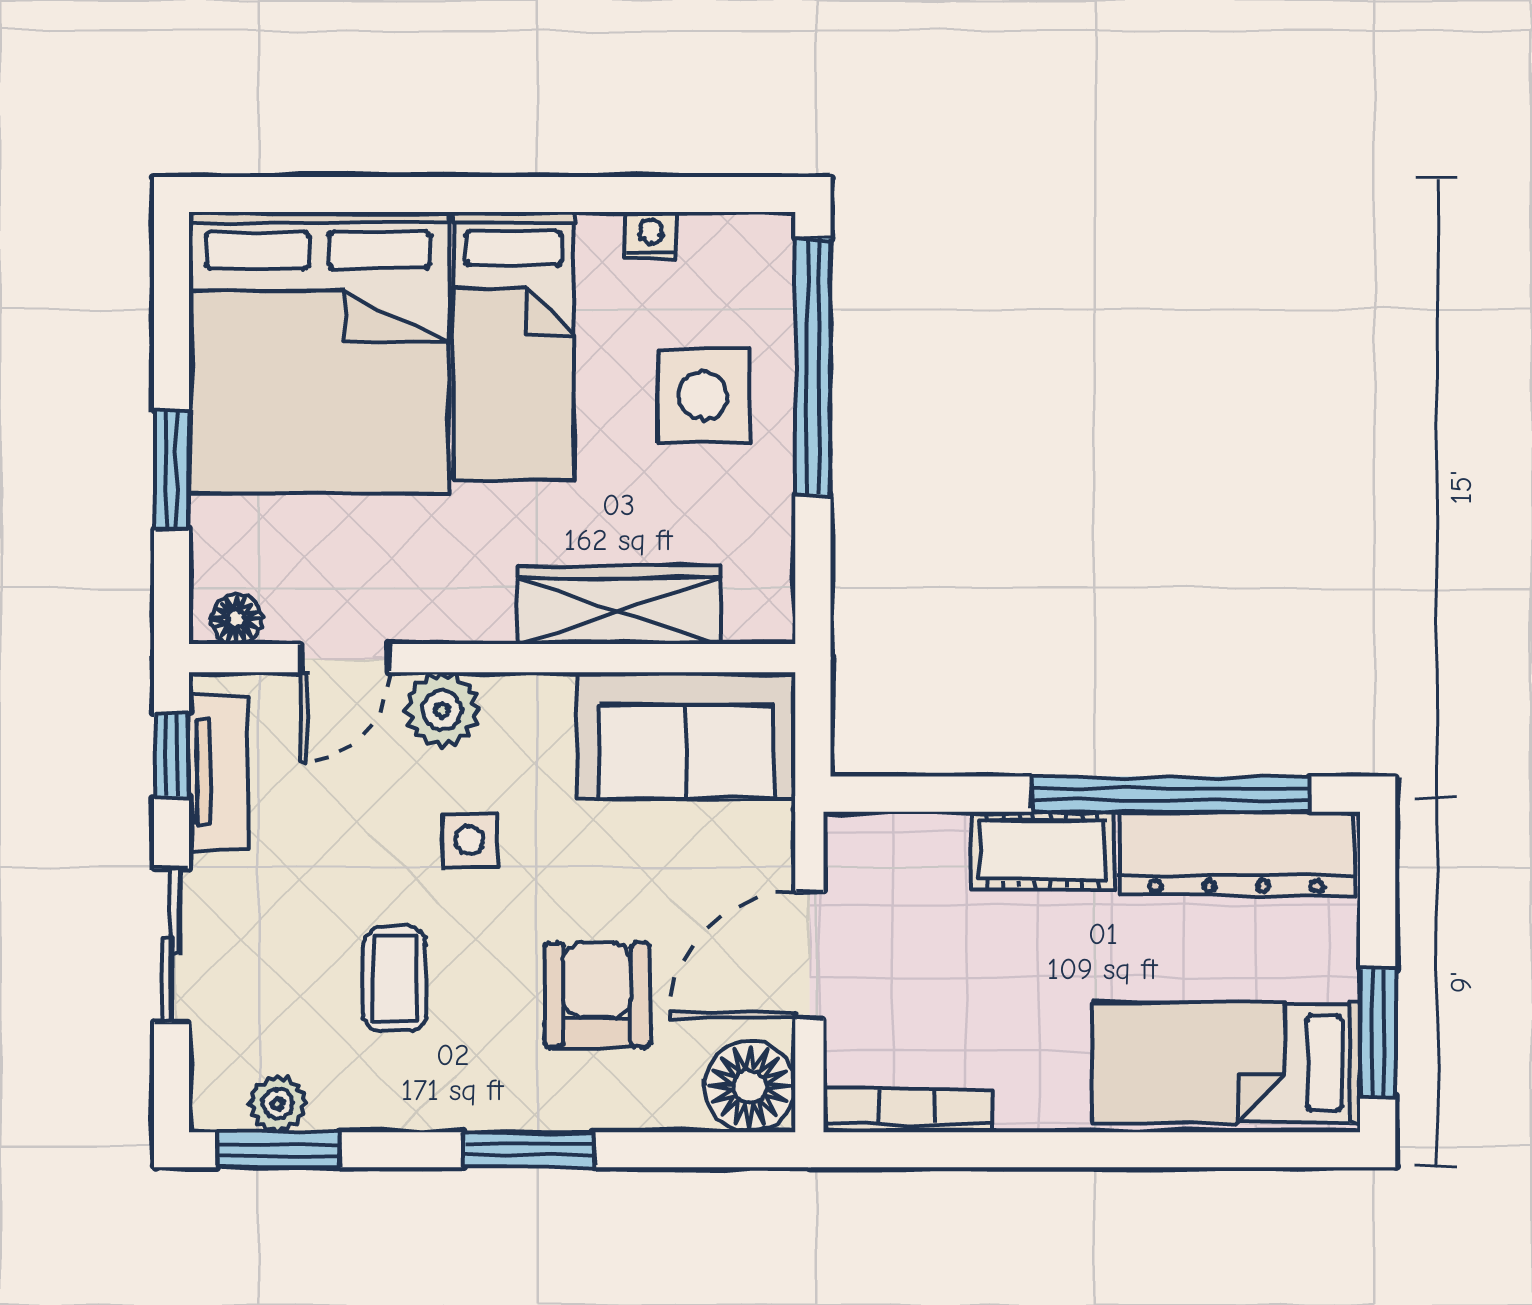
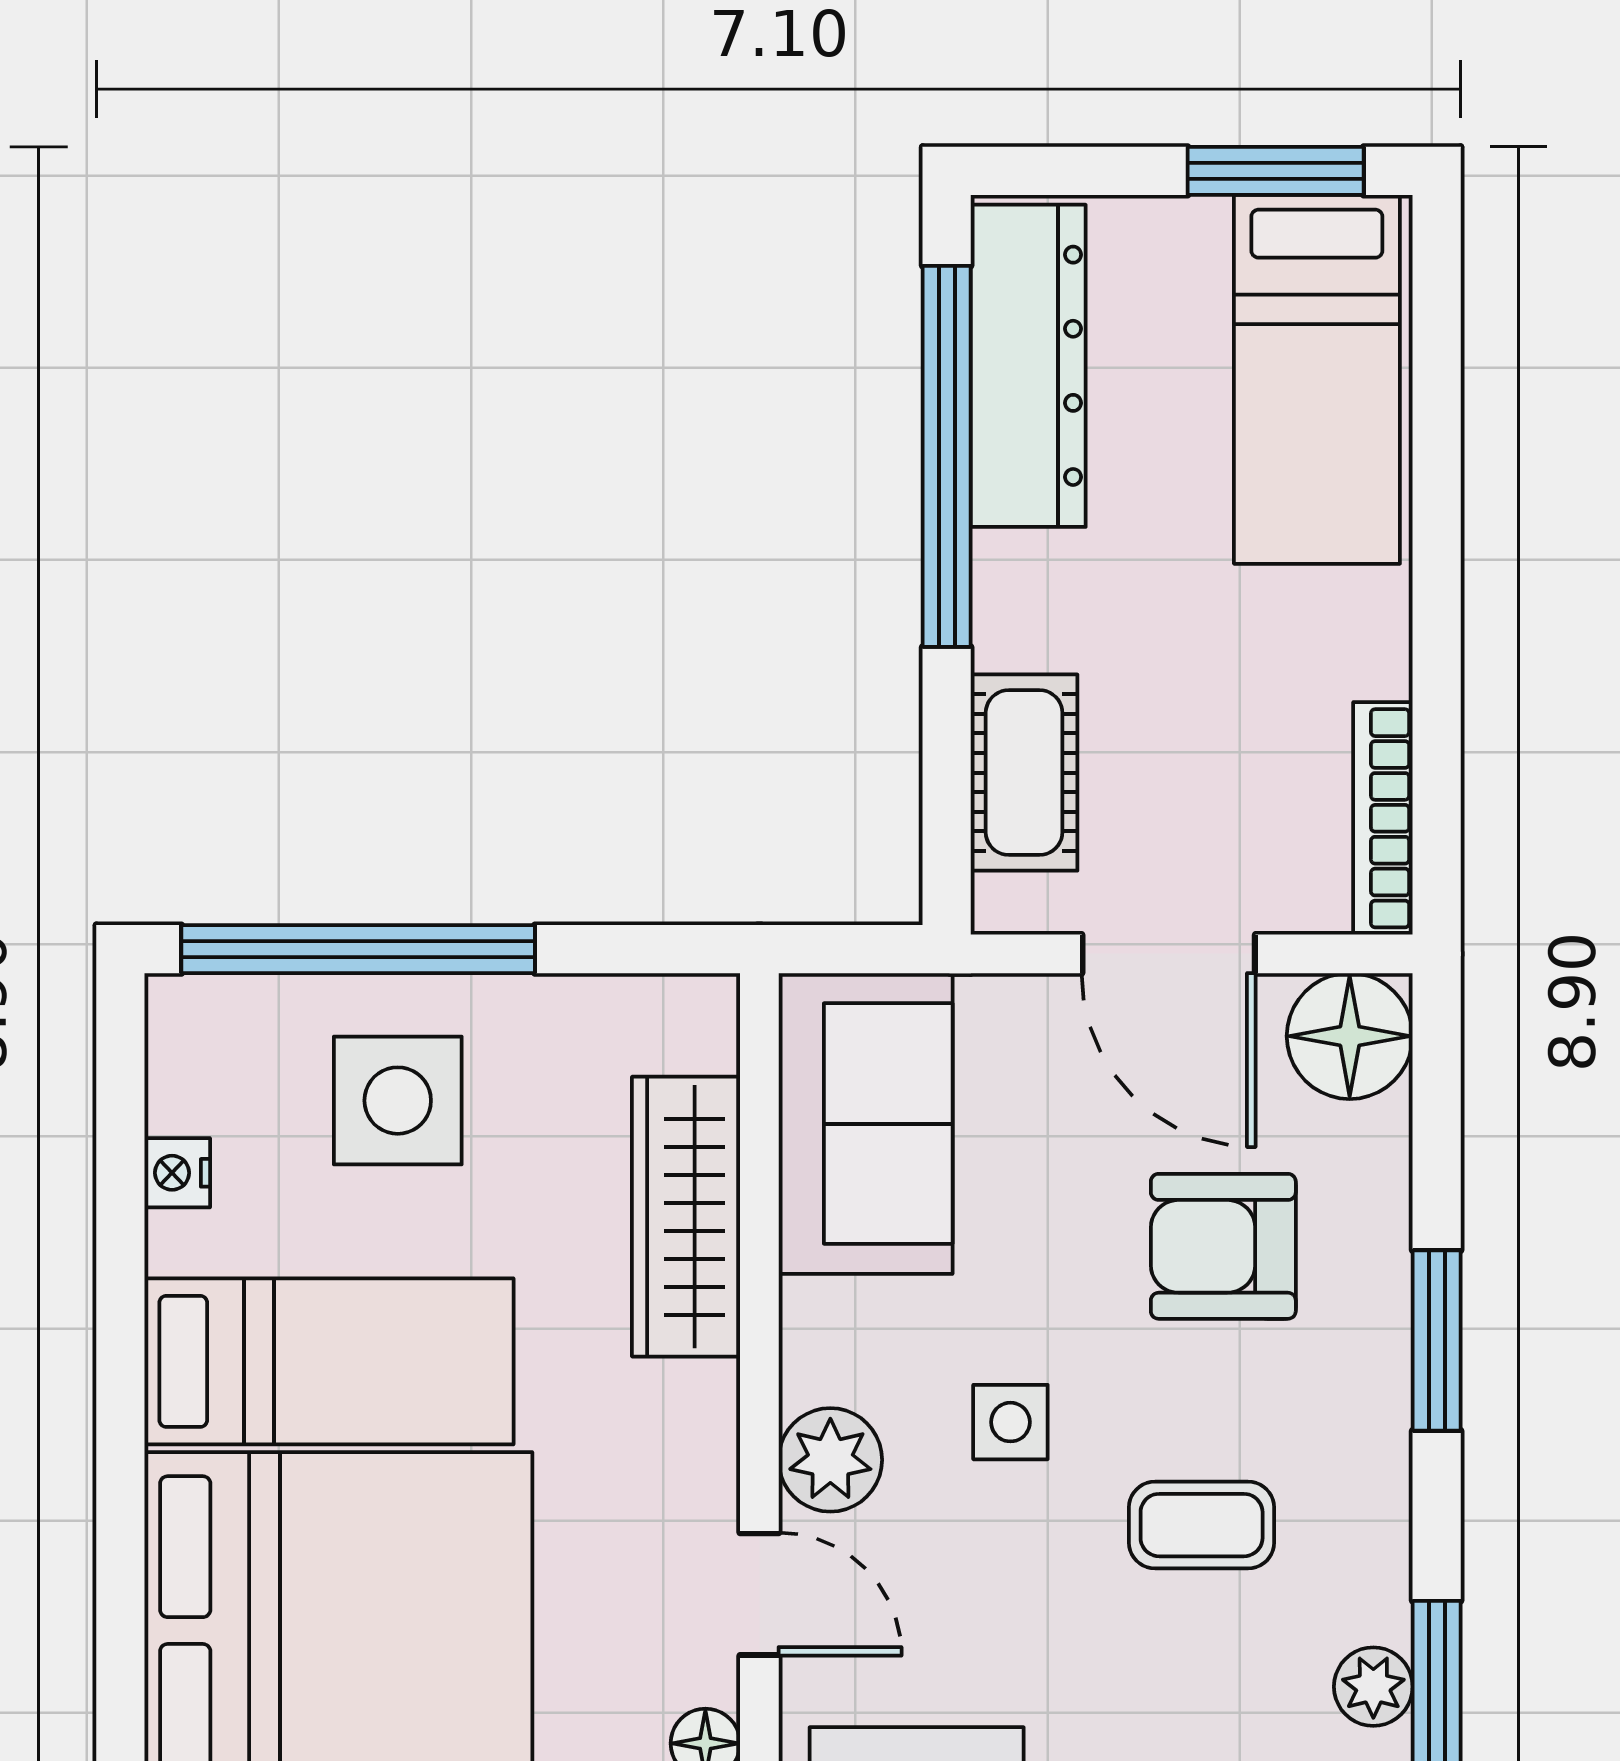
cot: (1042, 850) -> (1024, 773), moved

